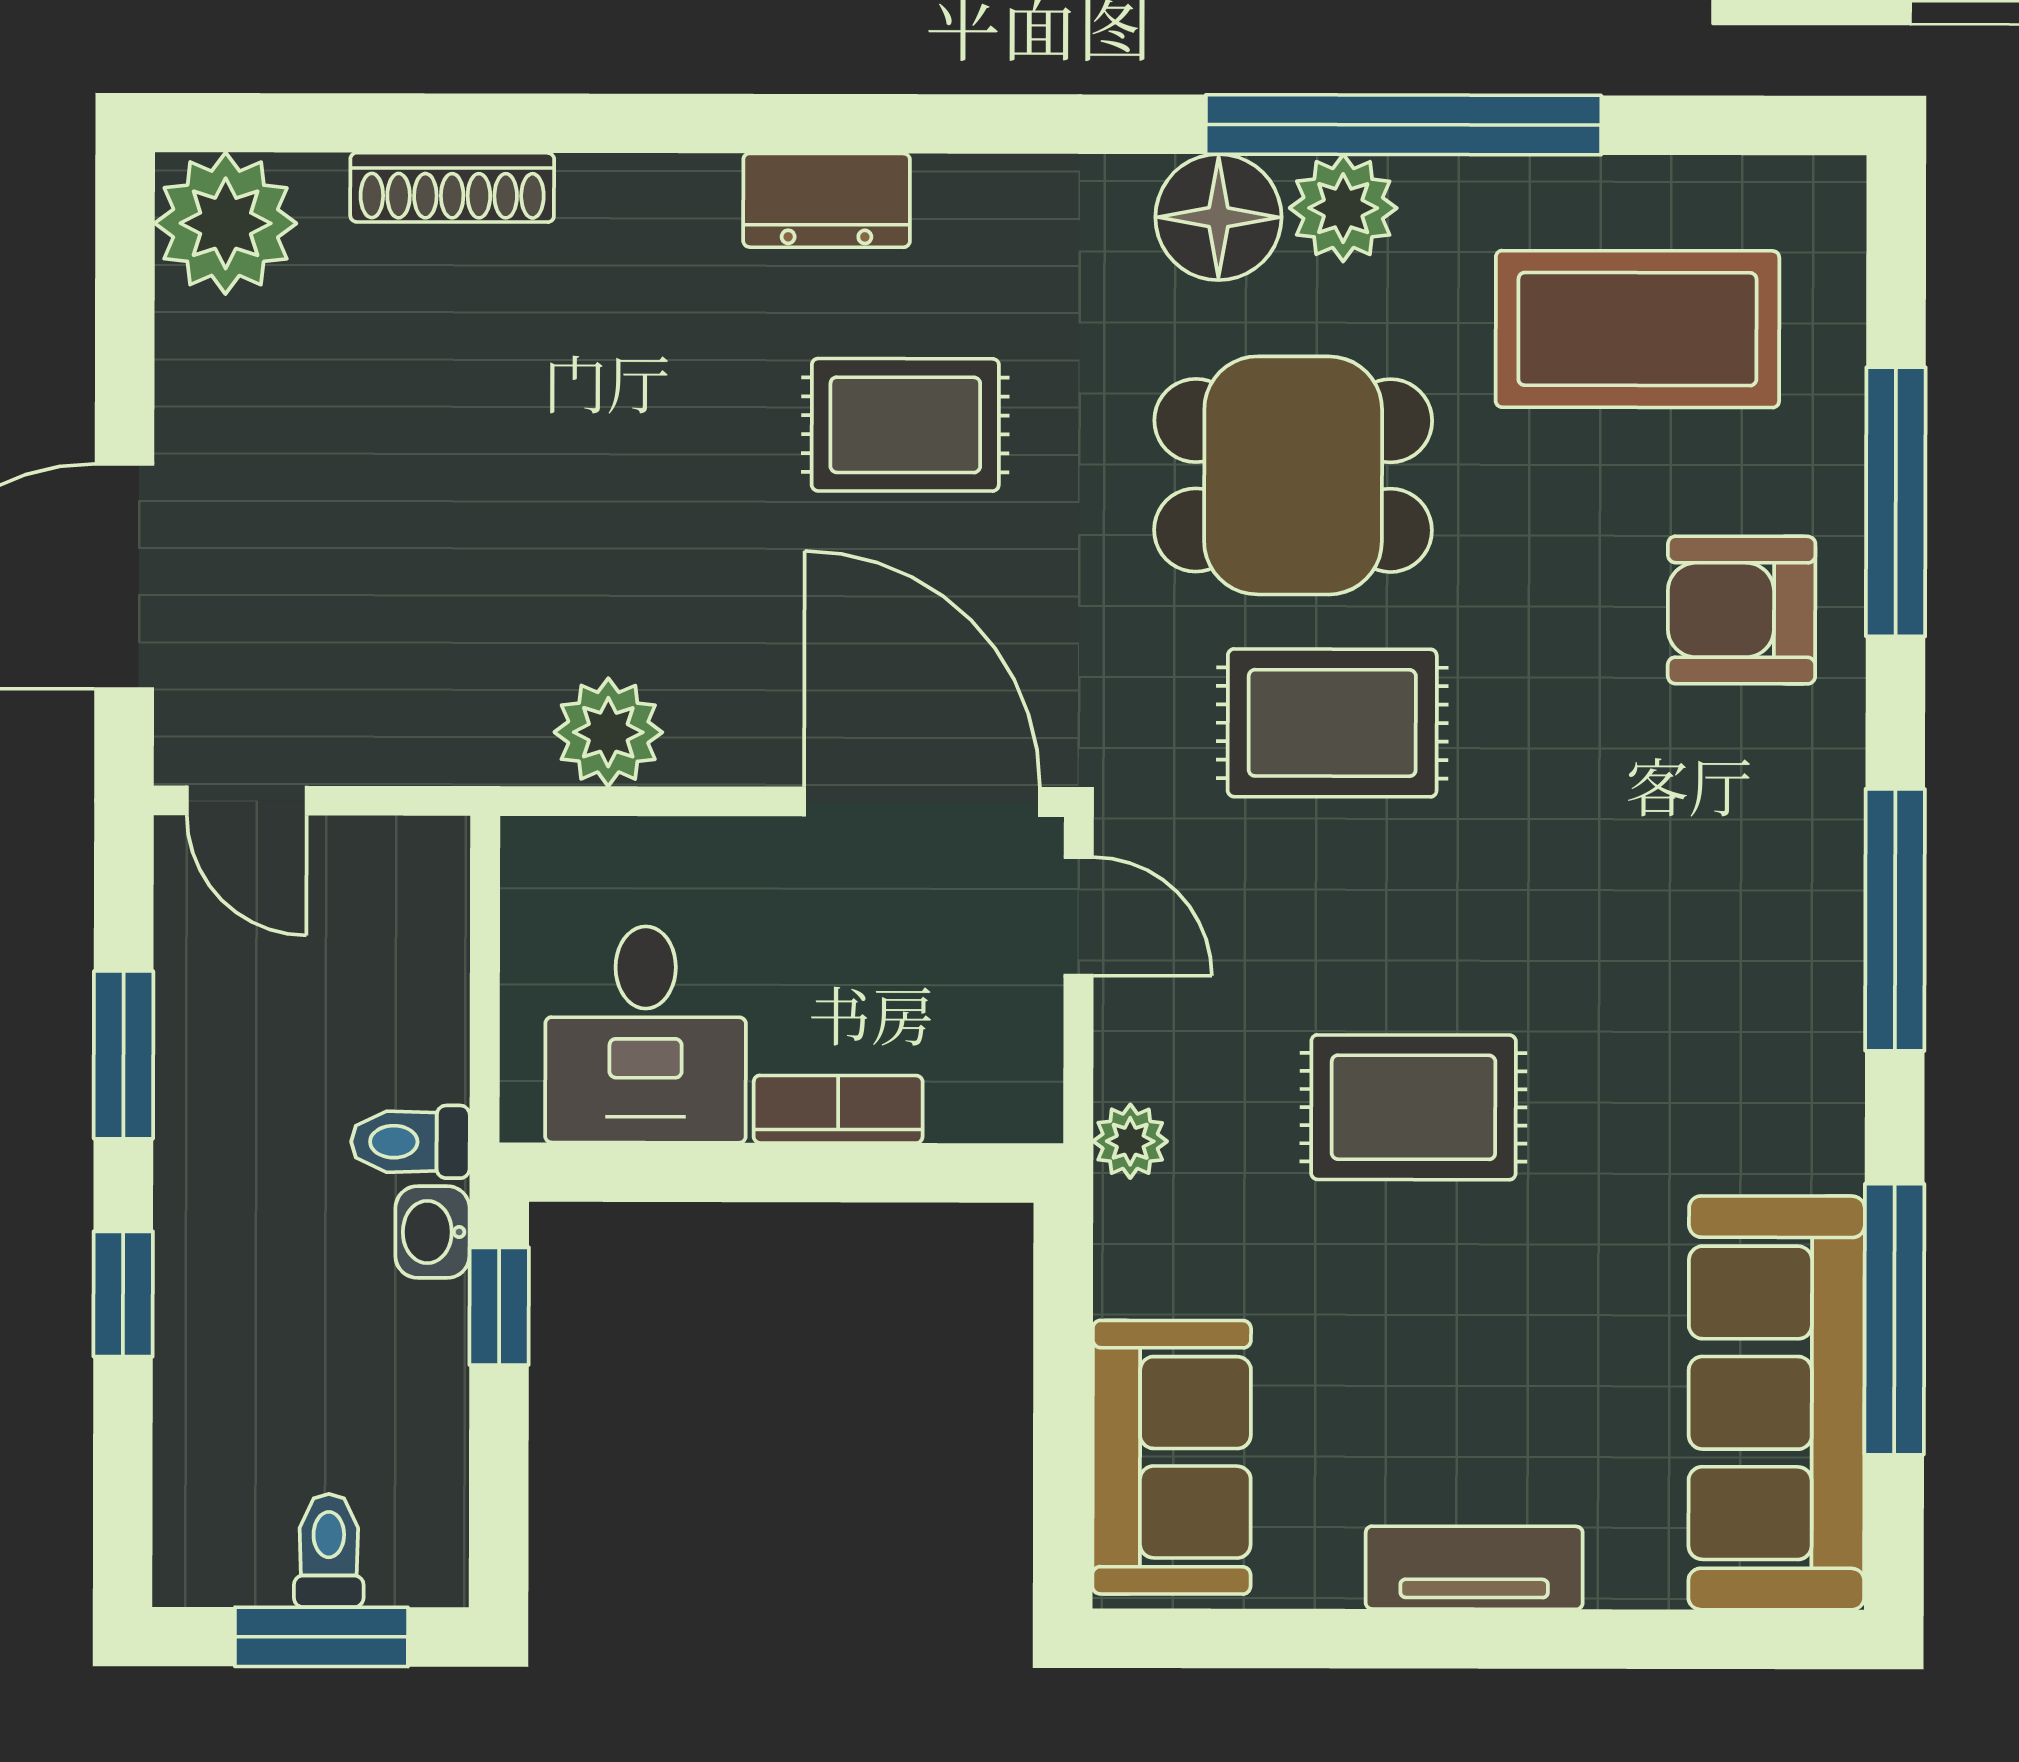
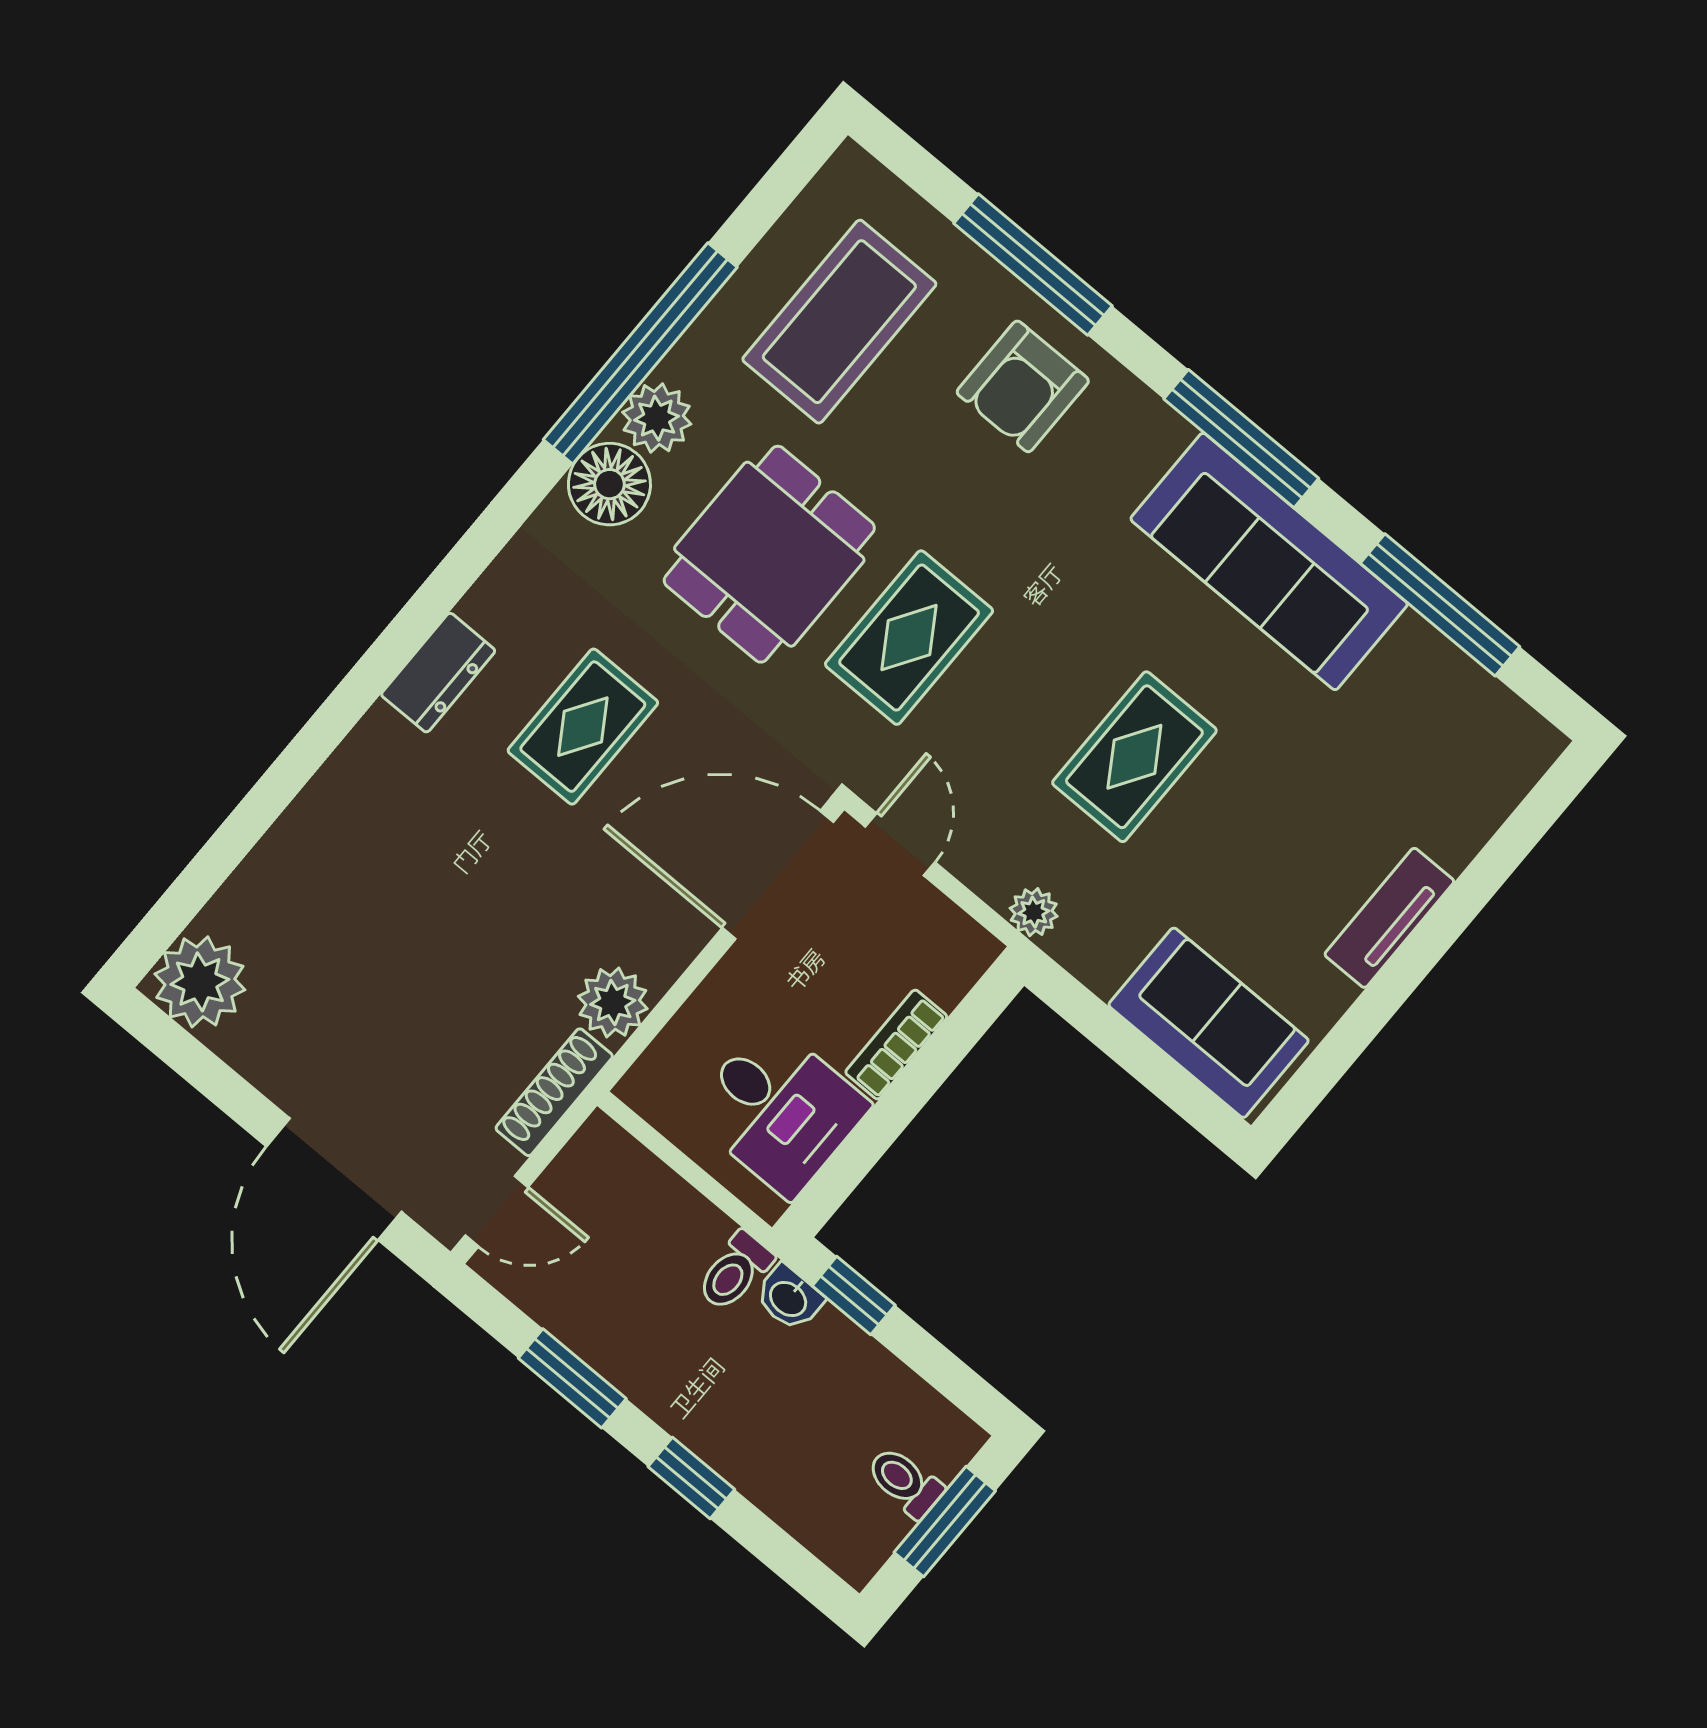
shoe rack: (452, 187) -> (554, 1092), moved, turned 180
door: (1079, 916) -> (900, 844), hinge flipped
sofa: (1777, 1403) -> (1269, 562), moved

